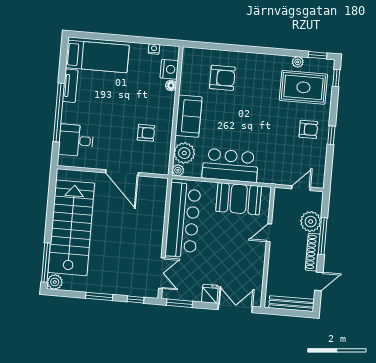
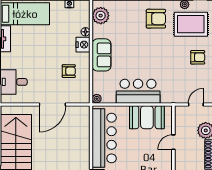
nightstand: (169, 69) -> (83, 45), moved
armchair: (222, 78) -> (156, 19), moved
plant: (184, 153) -> (101, 16), moved
door: (122, 173) -> (52, 104), hinge flipped

